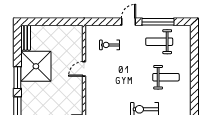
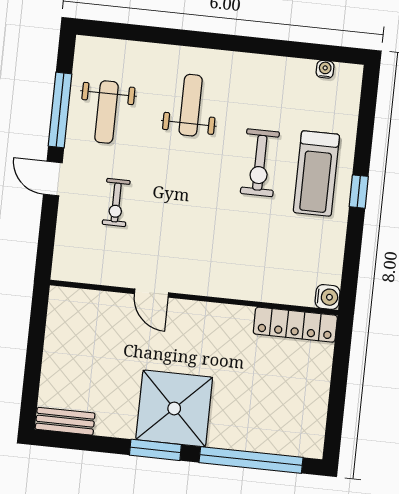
exercise bike: (110, 45) -> (116, 203), moved
shower: (36, 66) -> (174, 408), moved

